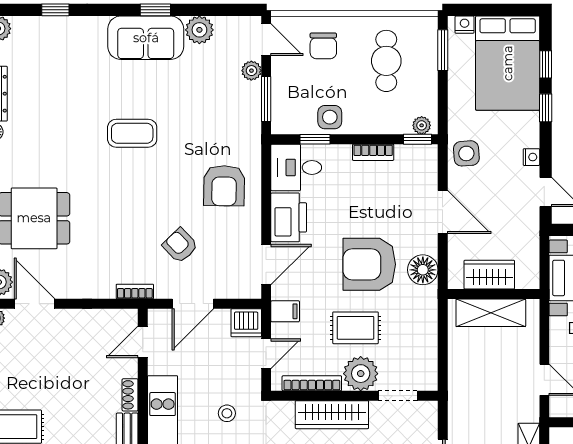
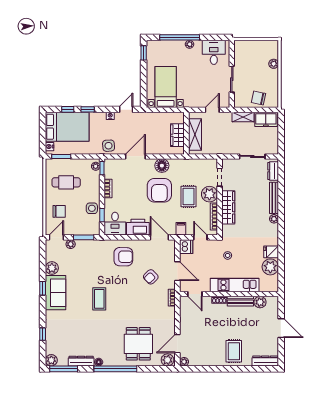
wardrobe: (489, 275) -> (177, 135), moved
wall: (494, 294) -> (186, 133), moved
shelving: (491, 313) -> (195, 134), moved

